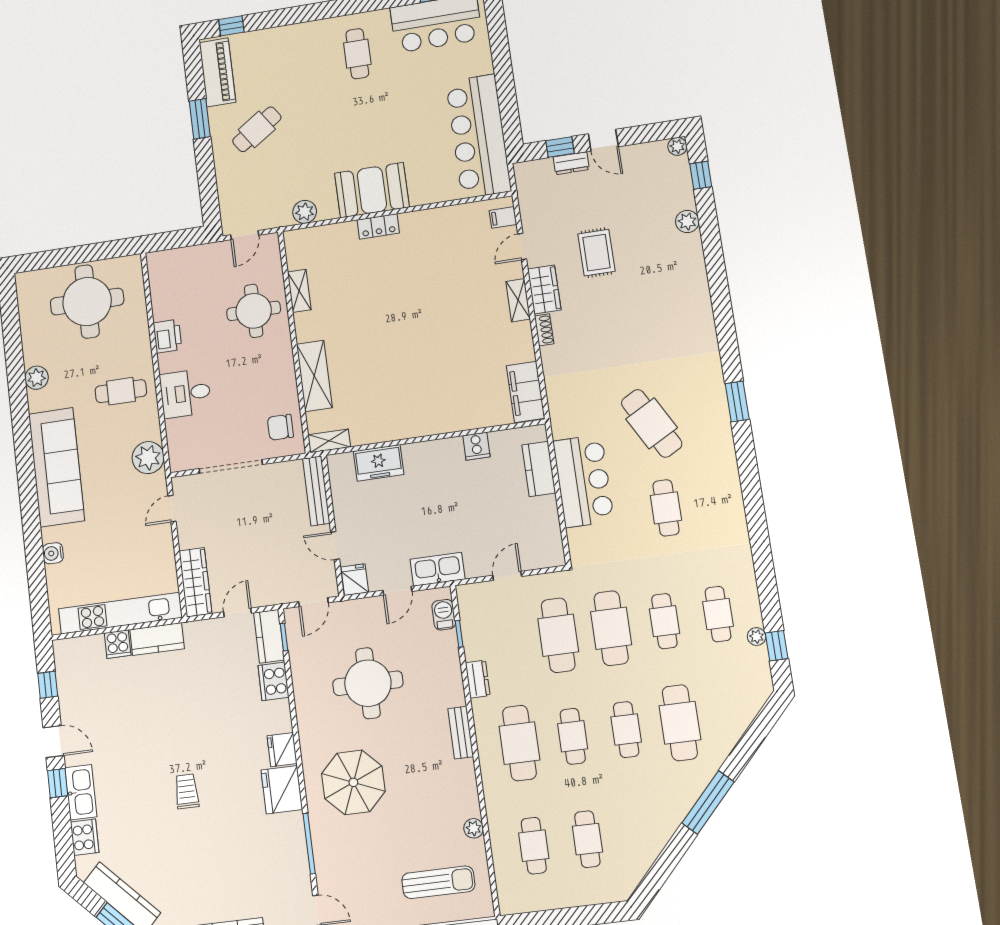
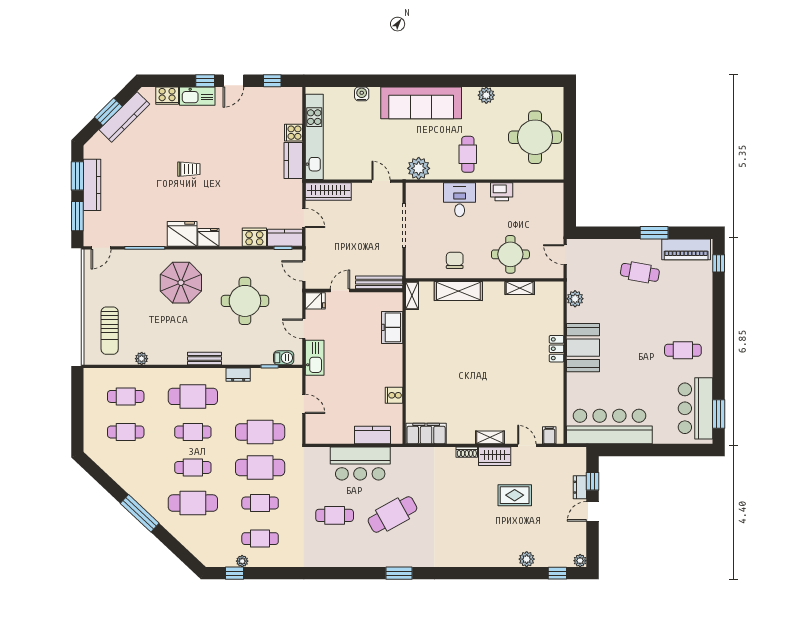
cafe table: (257, 129) -> (640, 272), turned -46
chair: (280, 427) -> (455, 260), moved

